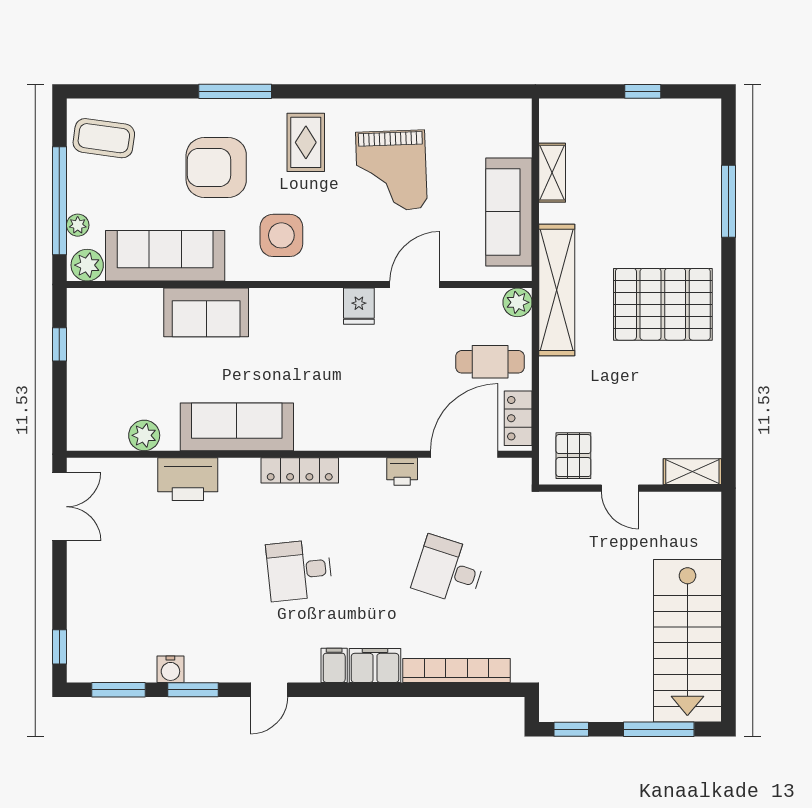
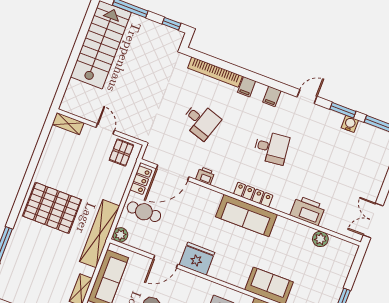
fridge: (359, 306) -> (197, 259), width x1.88, depth x1.34
sofa: (237, 427) -> (246, 216), moved
filing cabinet: (375, 666) -> (247, 87), width x0.50

